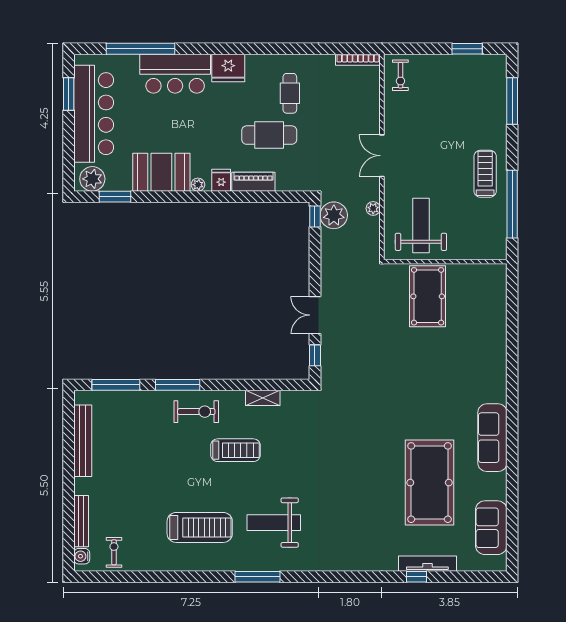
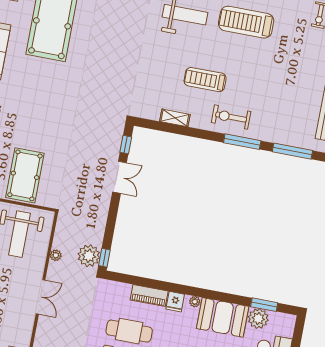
plant: (92, 179) -> (258, 319), moved

